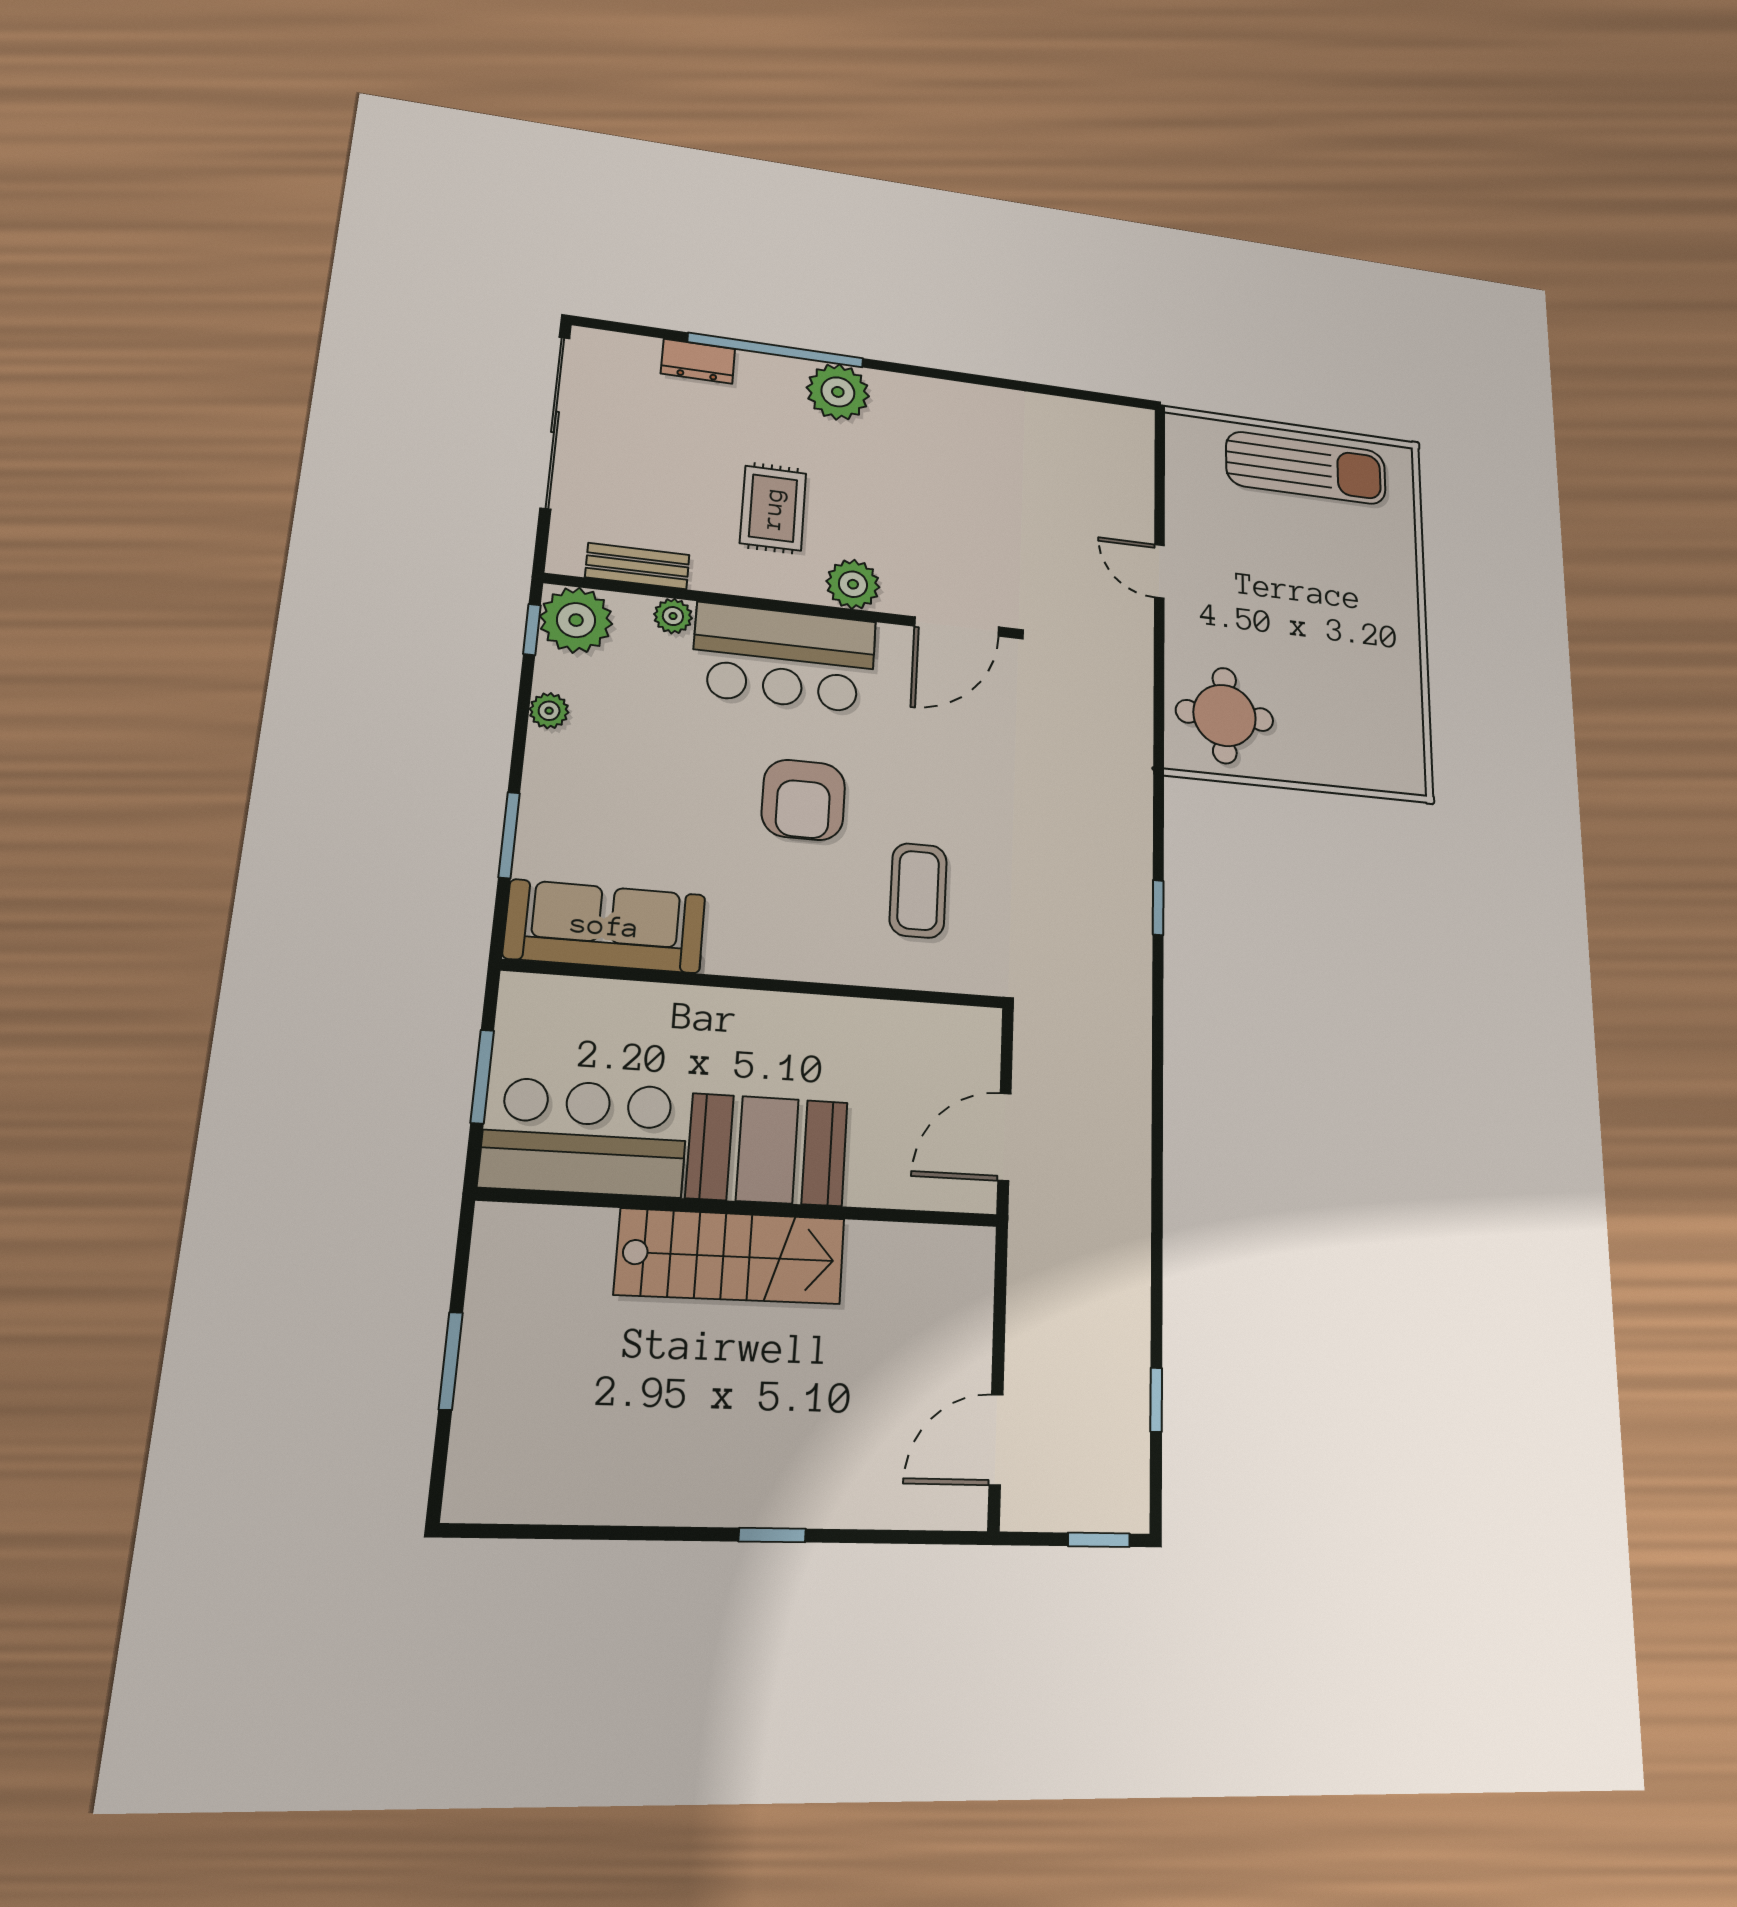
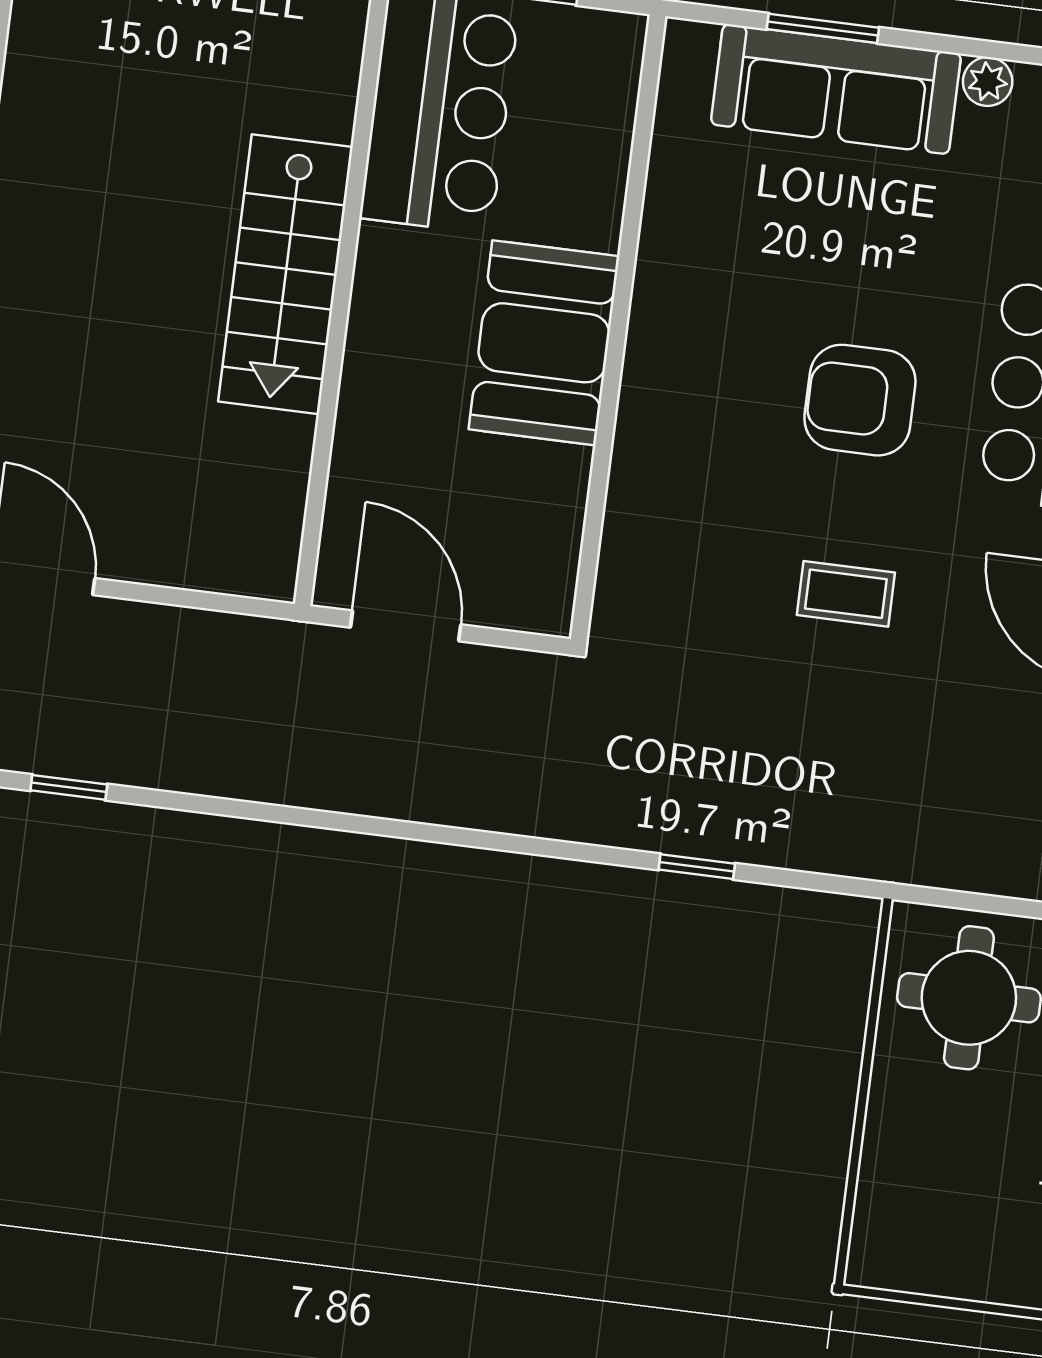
coffee table: (918, 890) -> (846, 594), moved, width x0.73, depth x0.77
sofa: (605, 926) -> (836, 89), moved, turned 90
booth: (767, 1150) -> (544, 343), moved

